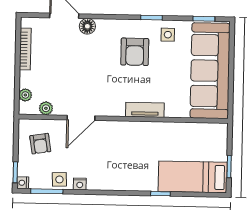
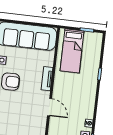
door: (81, 118) -> (50, 107), moved
bed: (193, 177) -> (72, 51), moved

